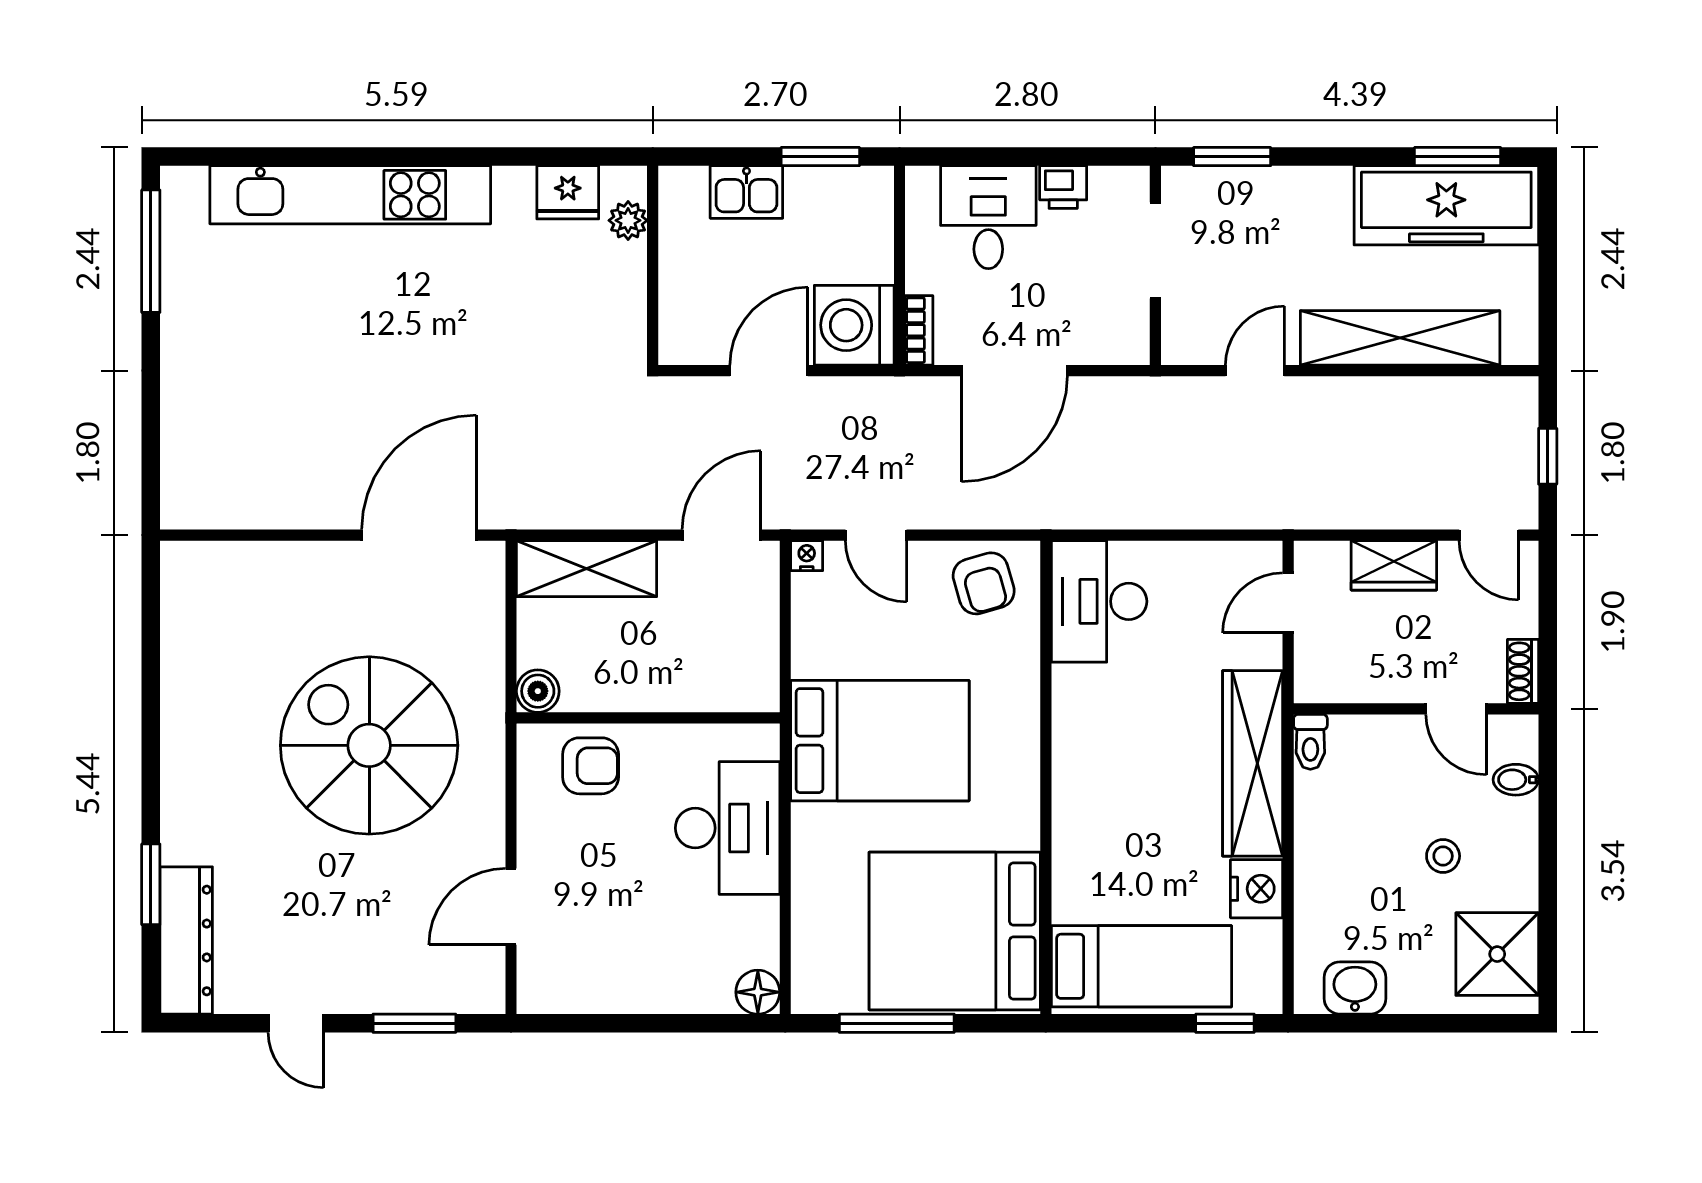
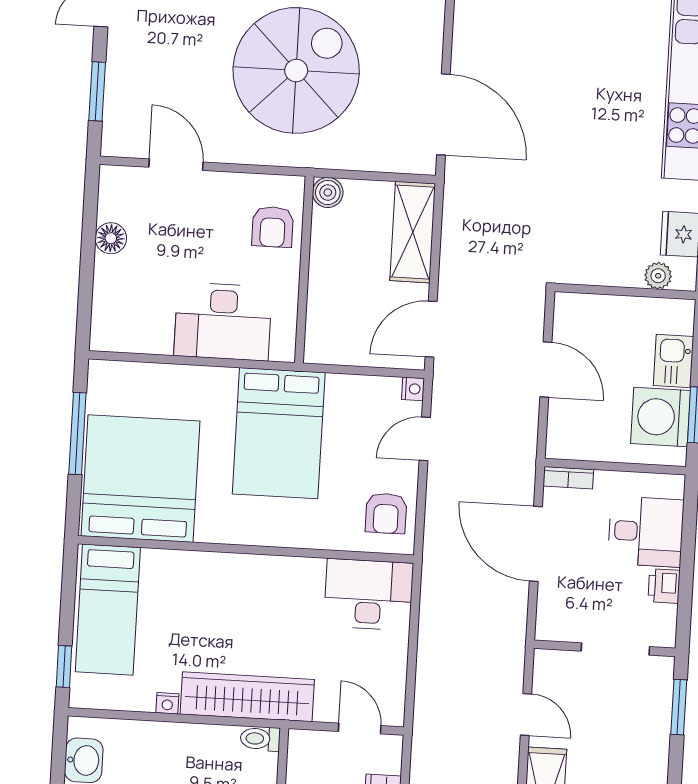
washing machine: (854, 325) -> (661, 417), moved, turned -90
door: (722, 535) -> (431, 329), swing flipped
armchair: (984, 583) -> (386, 513), turned -74
nightstand: (1256, 889) -> (167, 703), width x0.53, depth x0.56
floor lamp: (758, 992) -> (111, 238), moved

